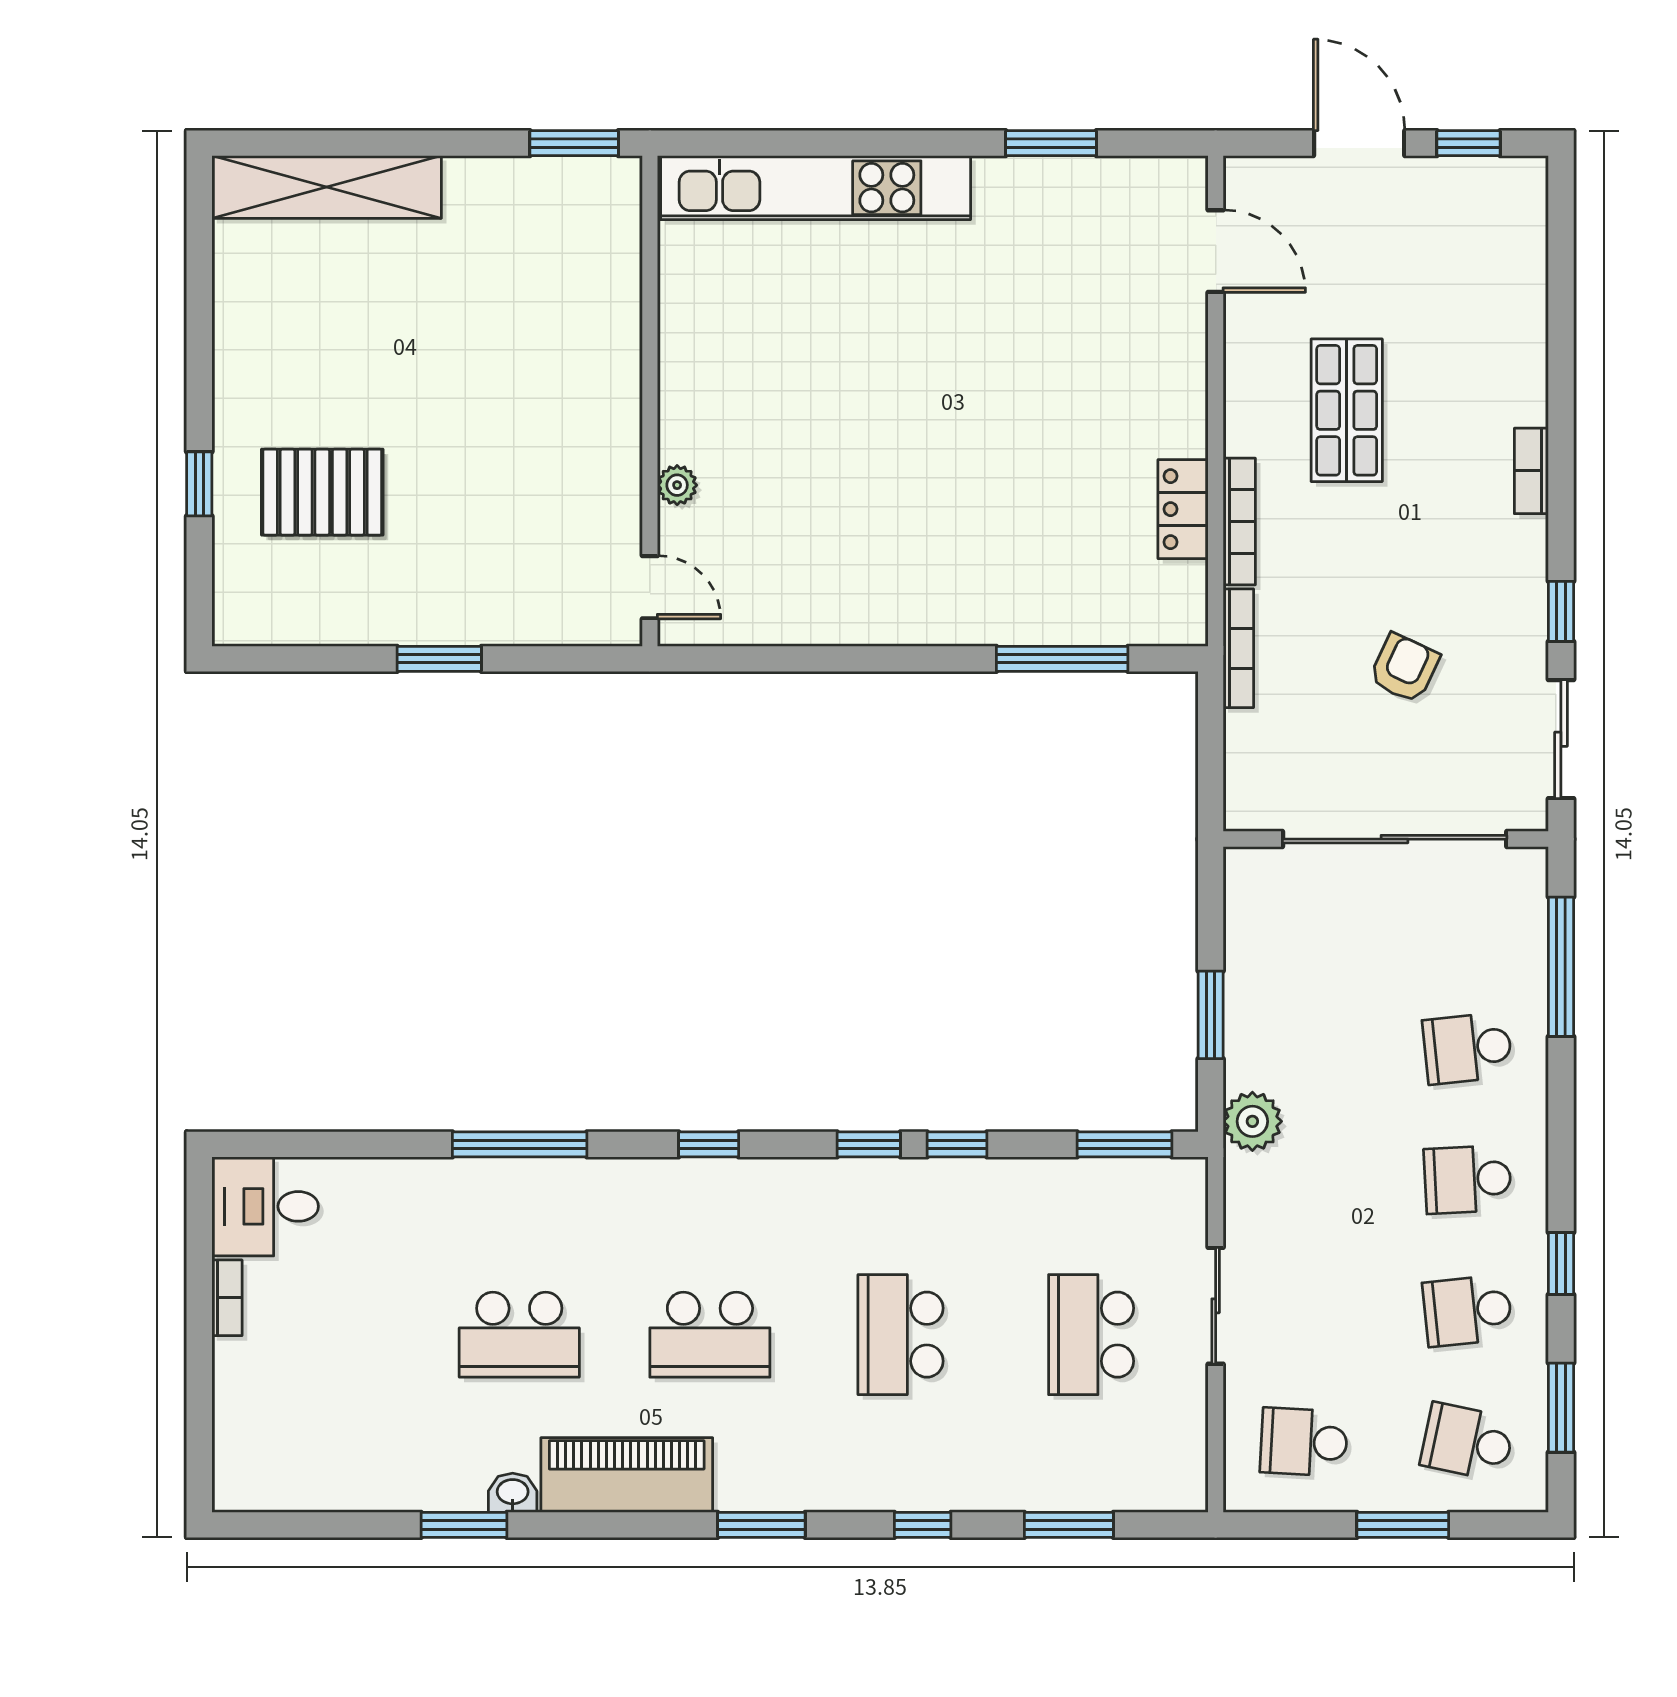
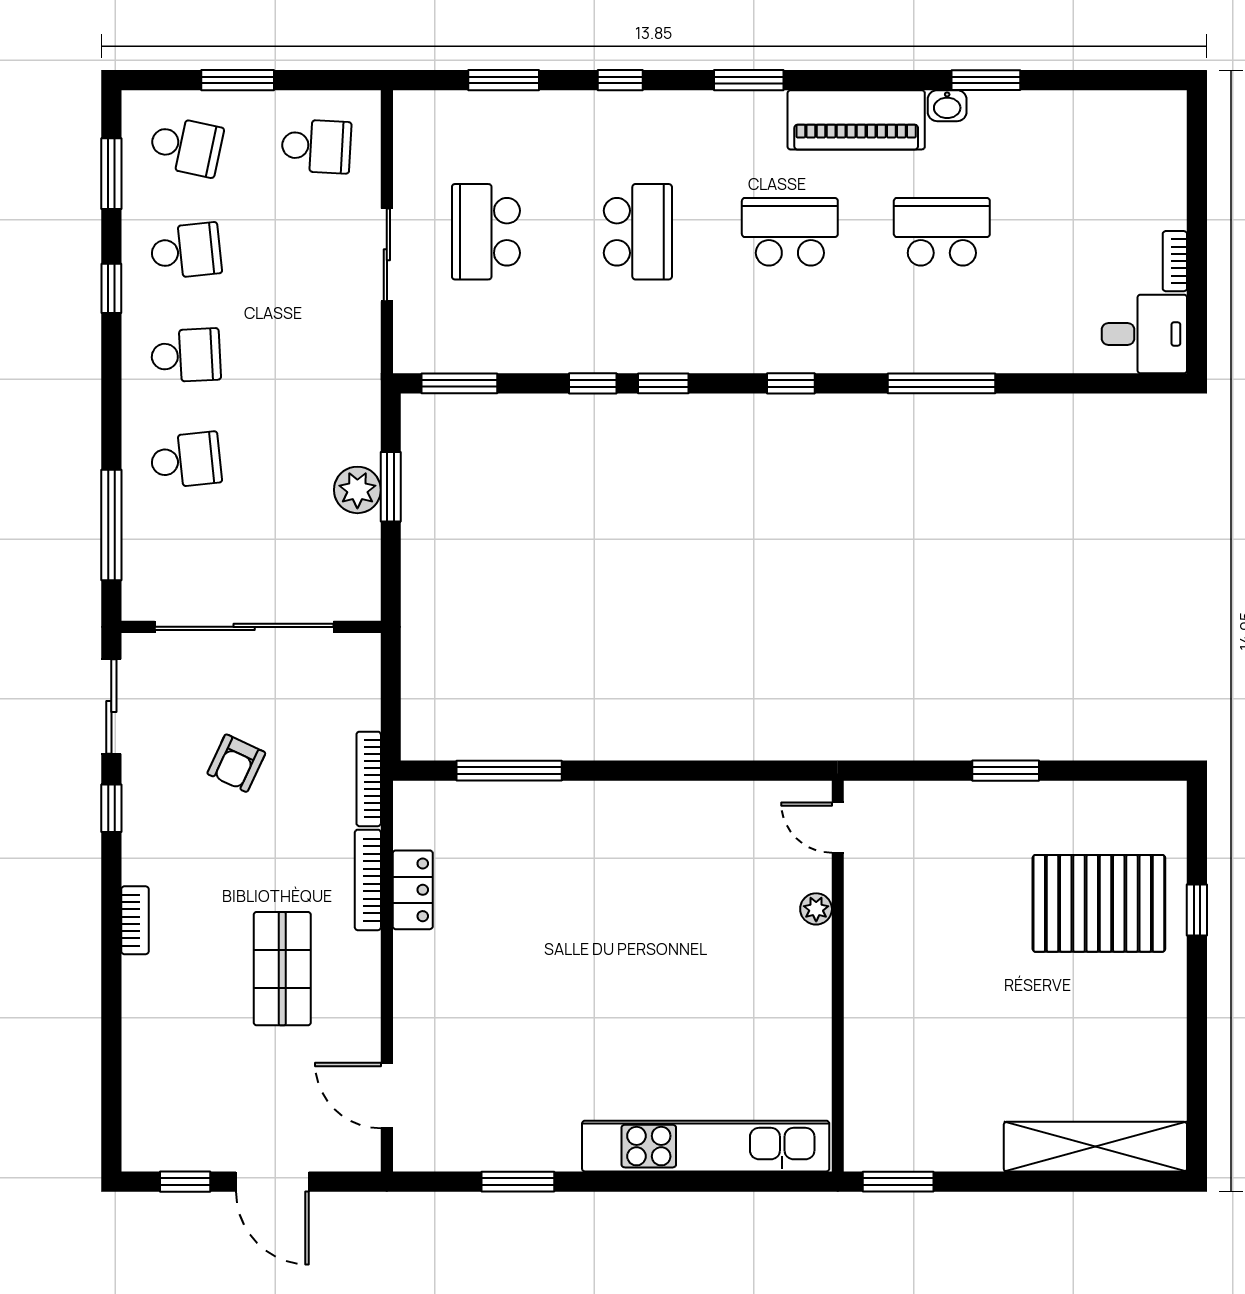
pallet: (322, 492) -> (1099, 903), width x1.37, depth x1.41
plant: (1252, 1121) -> (357, 490), moved
school desk: (1091, 1335) -> (486, 232), turned 180

